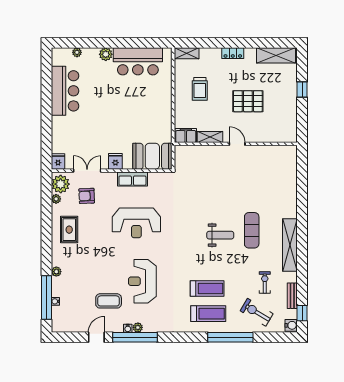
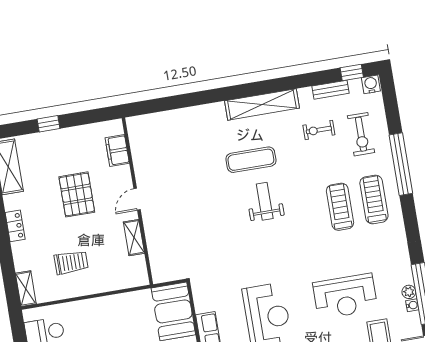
filing cabinet: (186, 135) -> (117, 150), moved
exercise bike: (257, 312) -> (361, 134), turned -31

